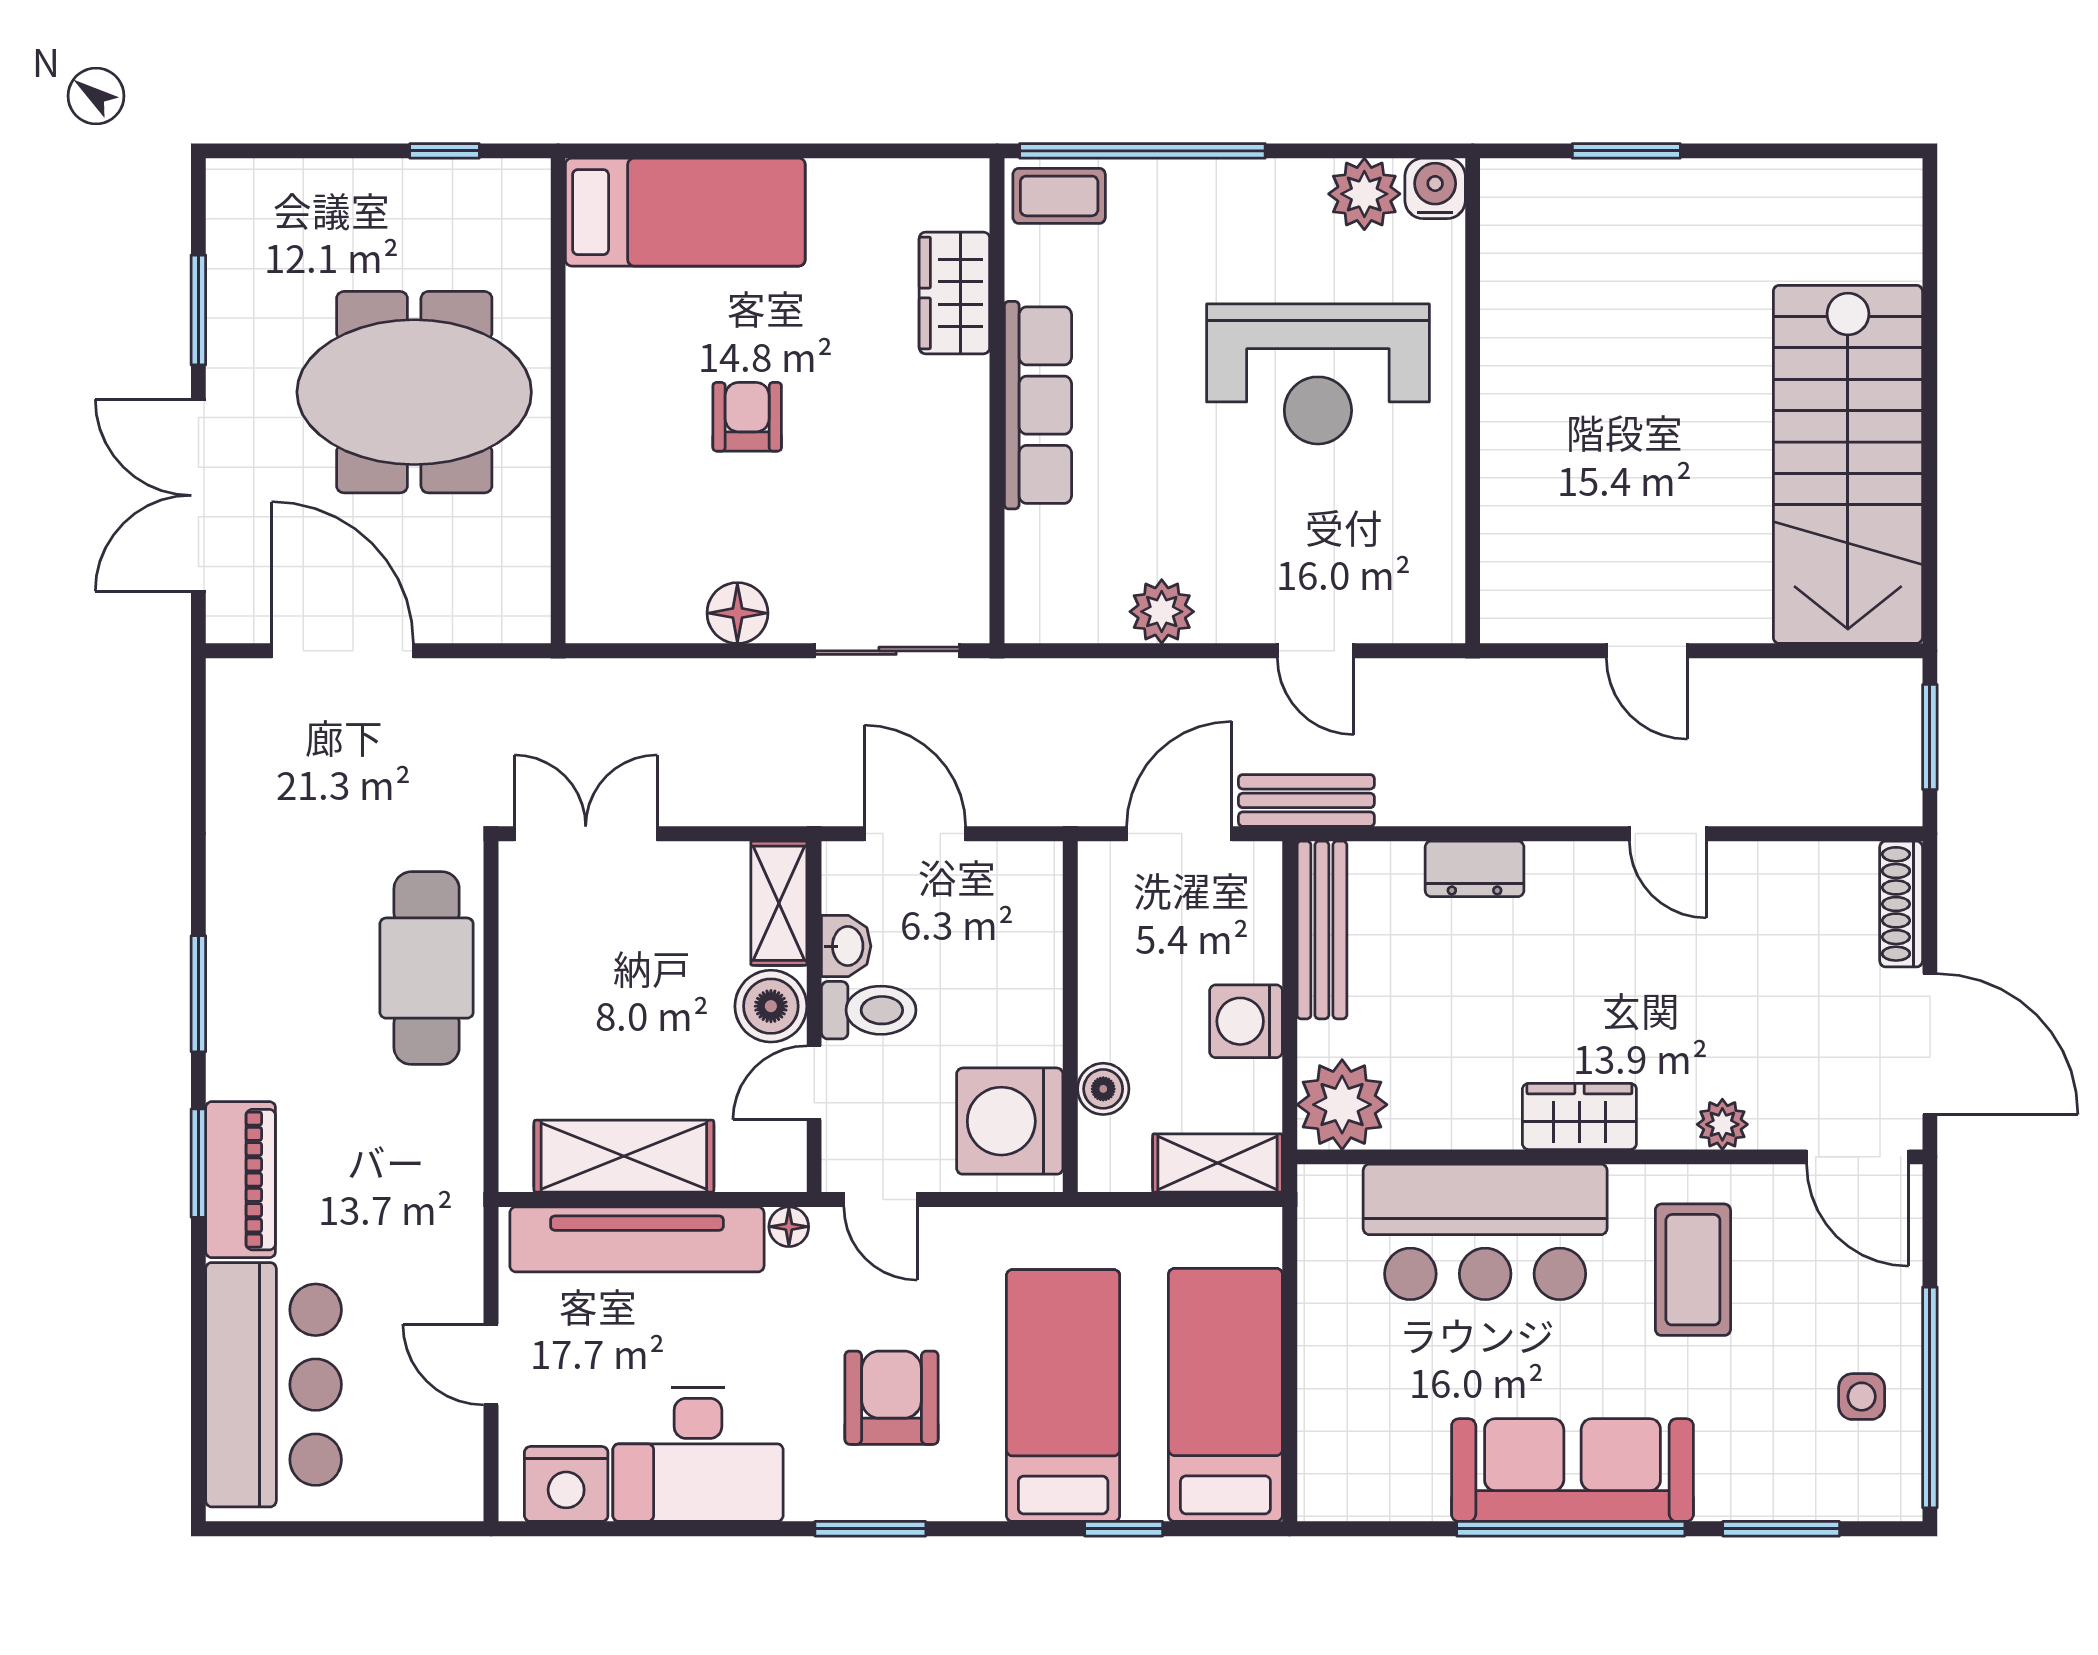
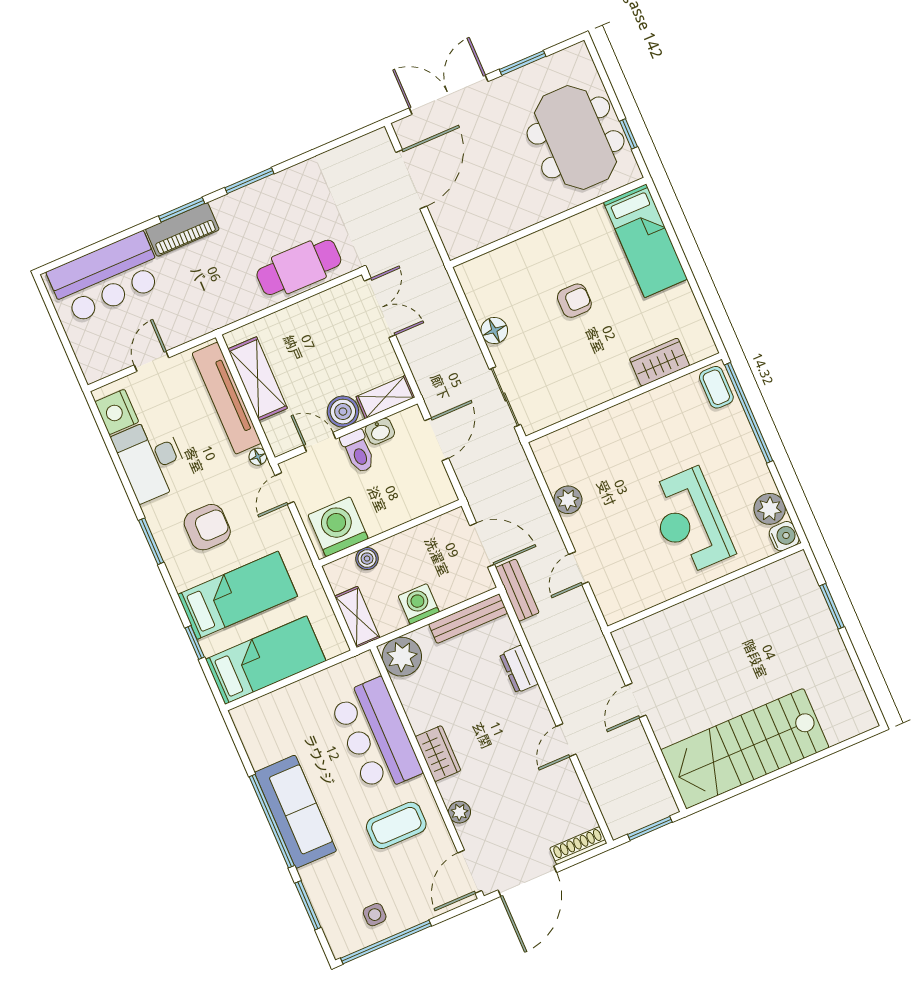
meeting table: (414, 392) -> (576, 137), moved
row of seats: (1038, 405) -> (629, 415), removed

